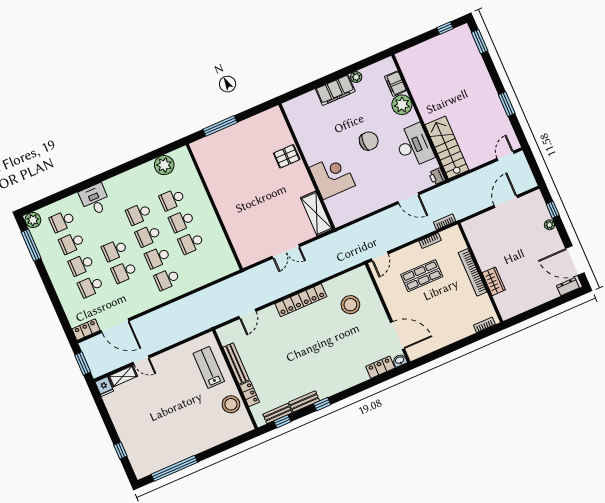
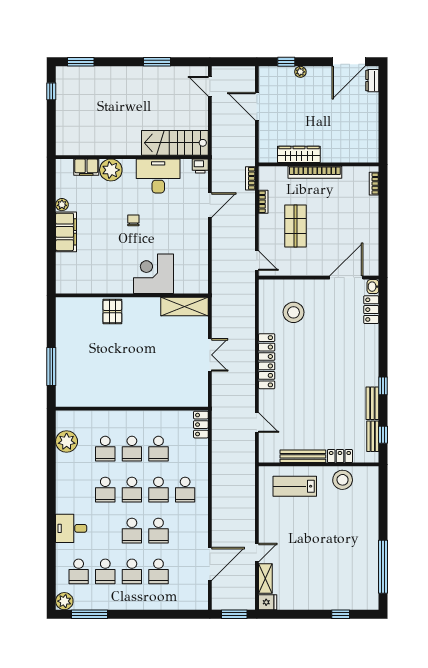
chair: (369, 141) -> (133, 220), width x0.54, depth x0.54
wardrobe: (494, 281) -> (299, 154), moved, width x1.50
locker: (86, 330) -> (201, 425), moved

